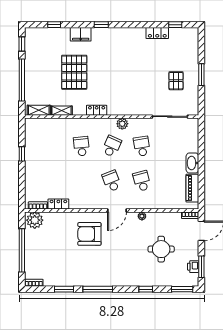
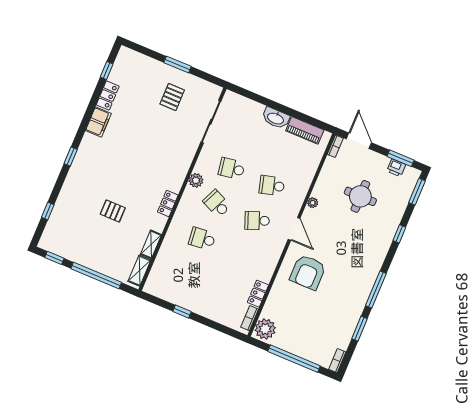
filing cabinet: (81, 34) -> (98, 122), moved
pallet: (74, 72) -> (113, 211), width x0.49, depth x0.50
pallet: (176, 81) -> (172, 97), turned 90

